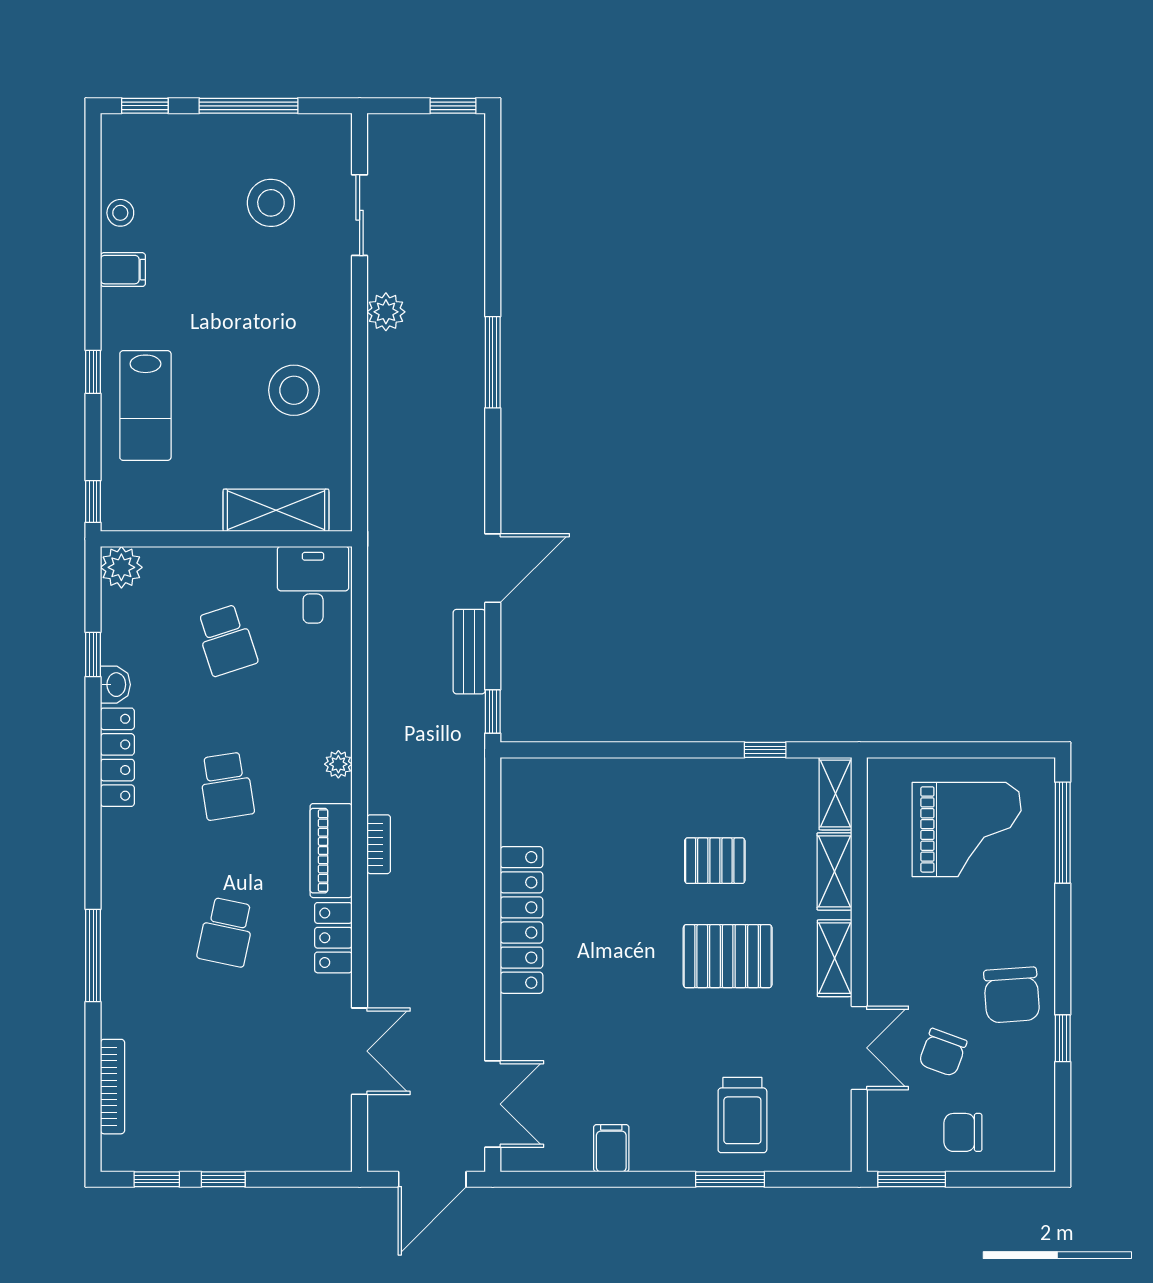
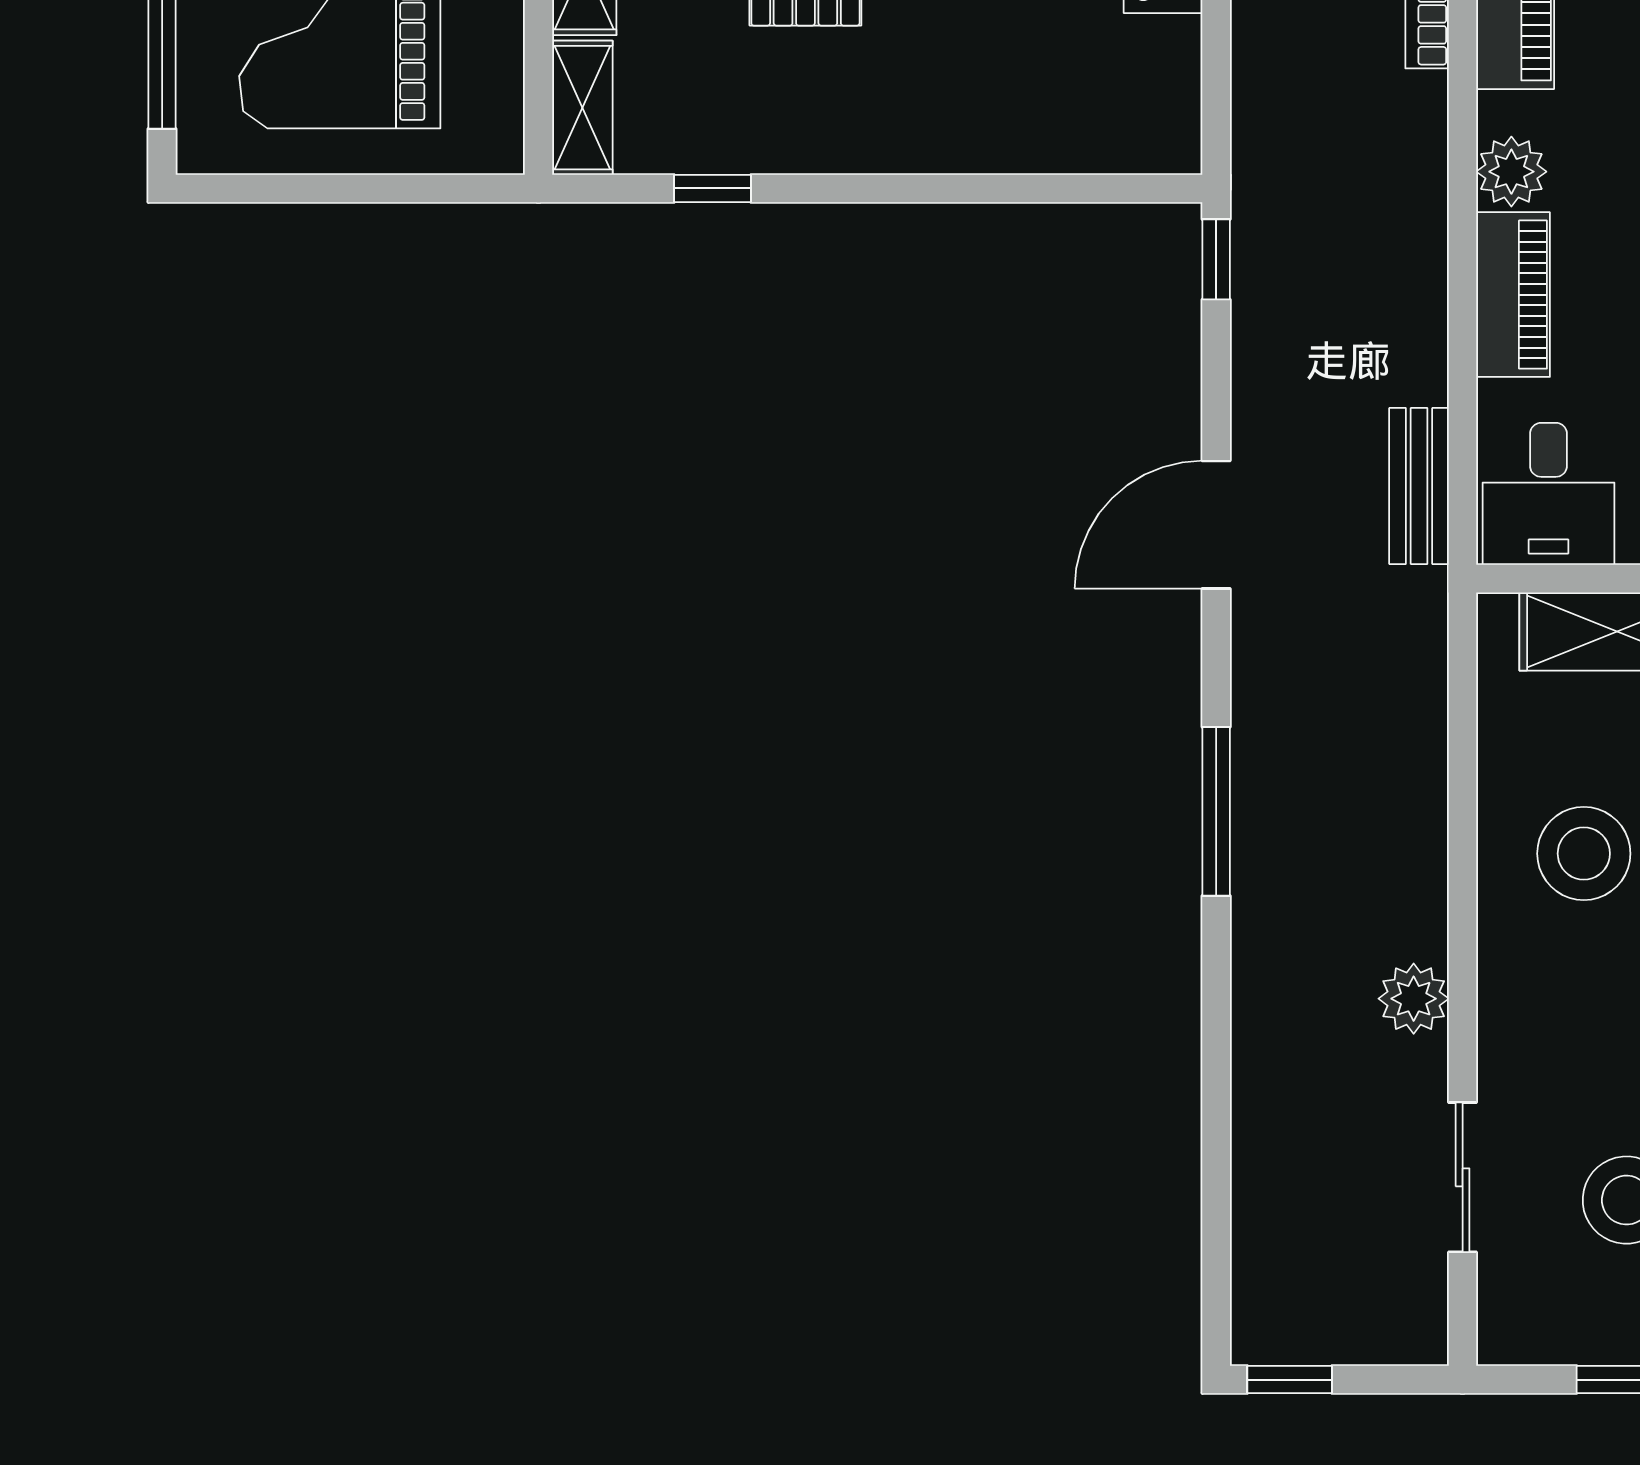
window: (493, 362) -> (1216, 811), moved
bench: (469, 652) -> (1419, 486), moved
piano: (332, 692) -> (1513, 295), added
plant: (338, 764) -> (1511, 172), width x1.38, depth x1.38

